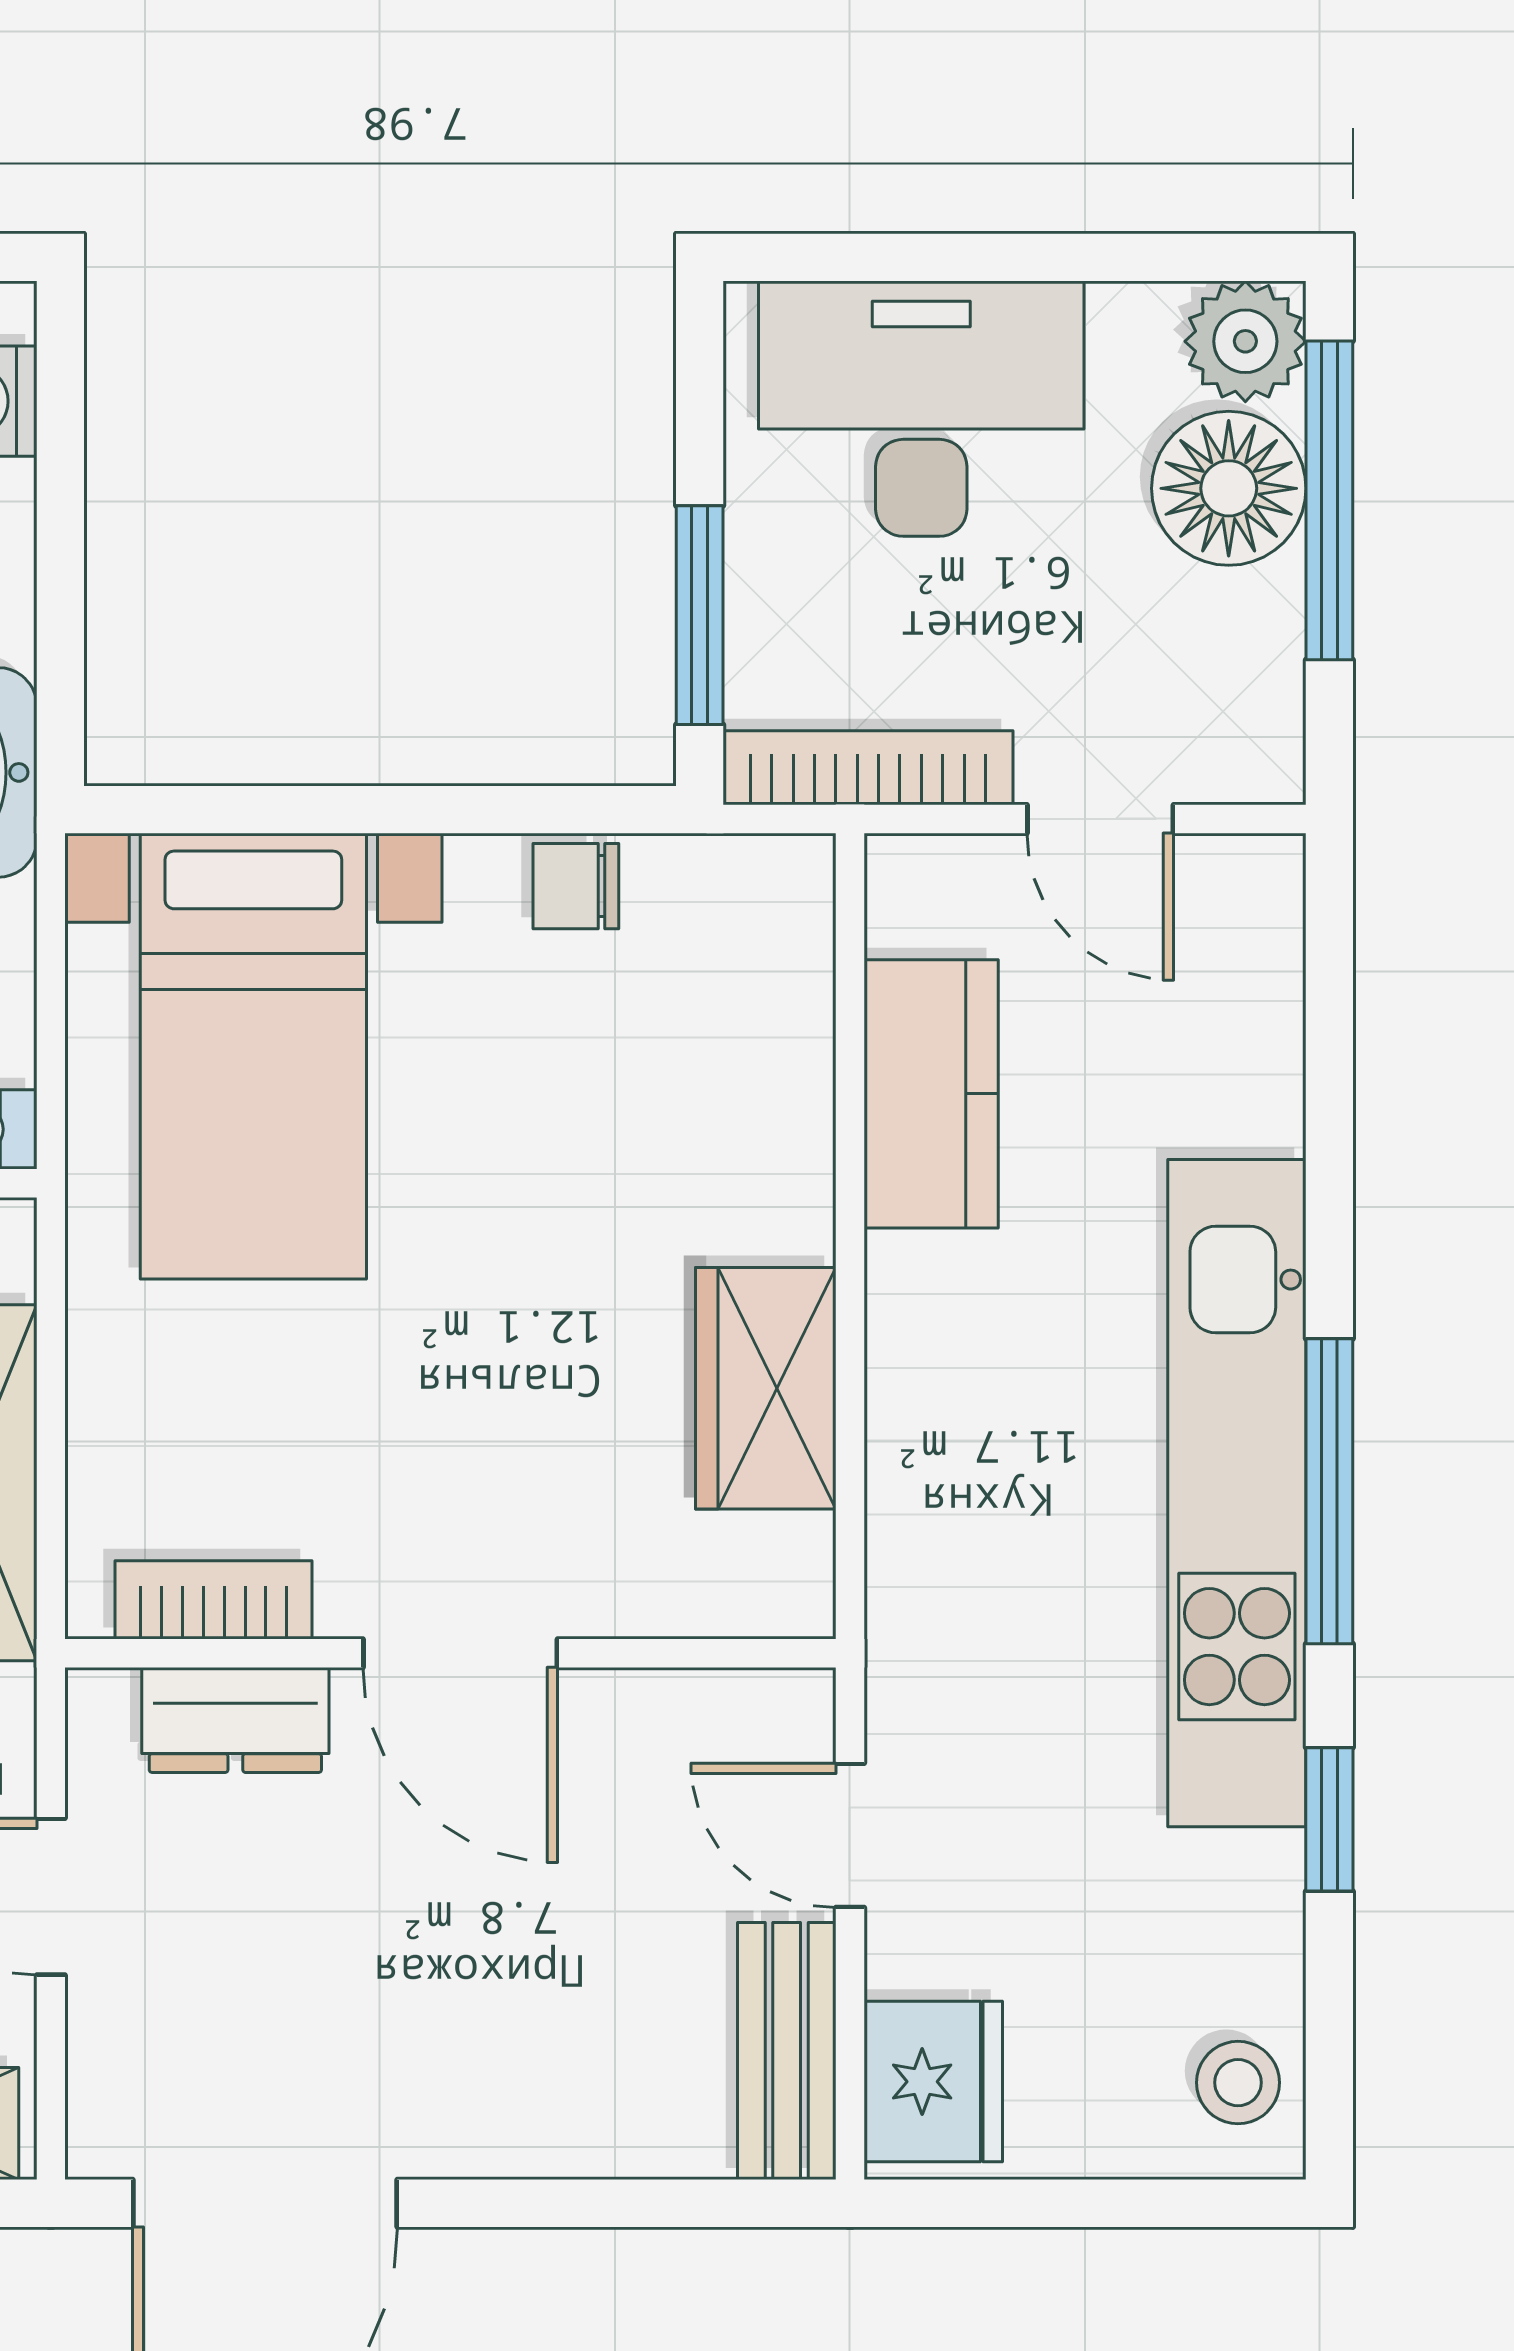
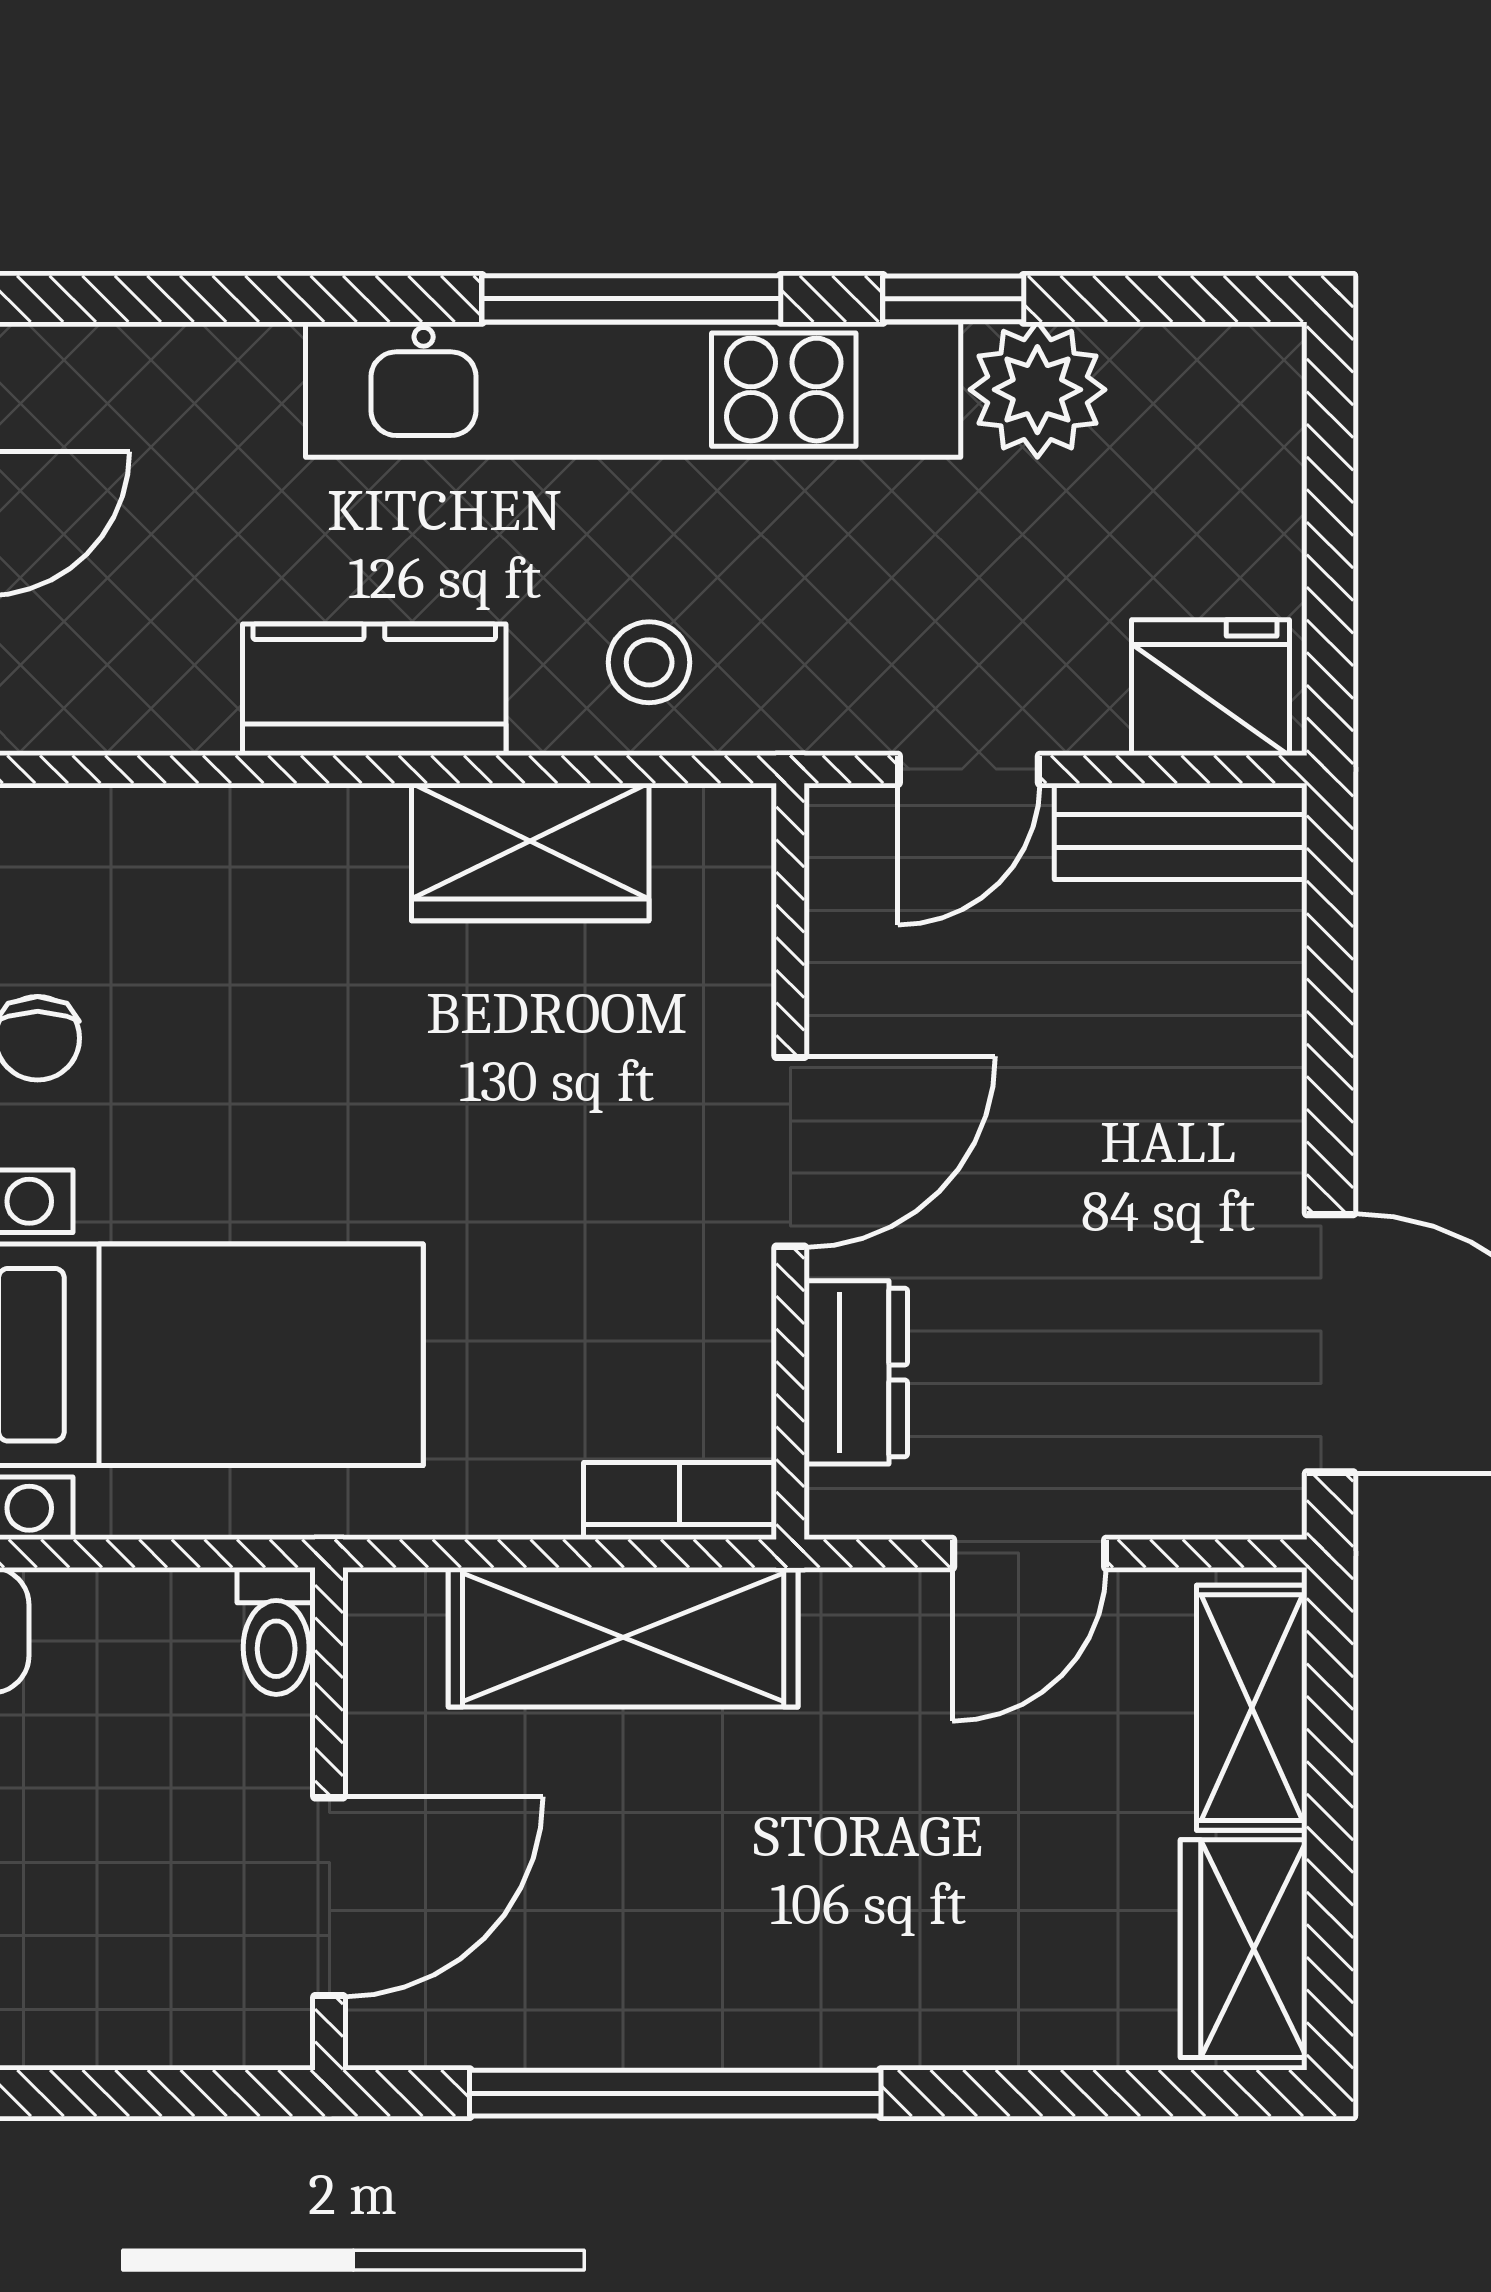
kitchen counter: (931, 1094) -> (374, 690), moved
bookcase: (214, 1600) -> (680, 1501), moved, turned 90
plant: (1237, 1905) -> (1037, 390), added
stool: (1238, 2083) -> (649, 662), moved

